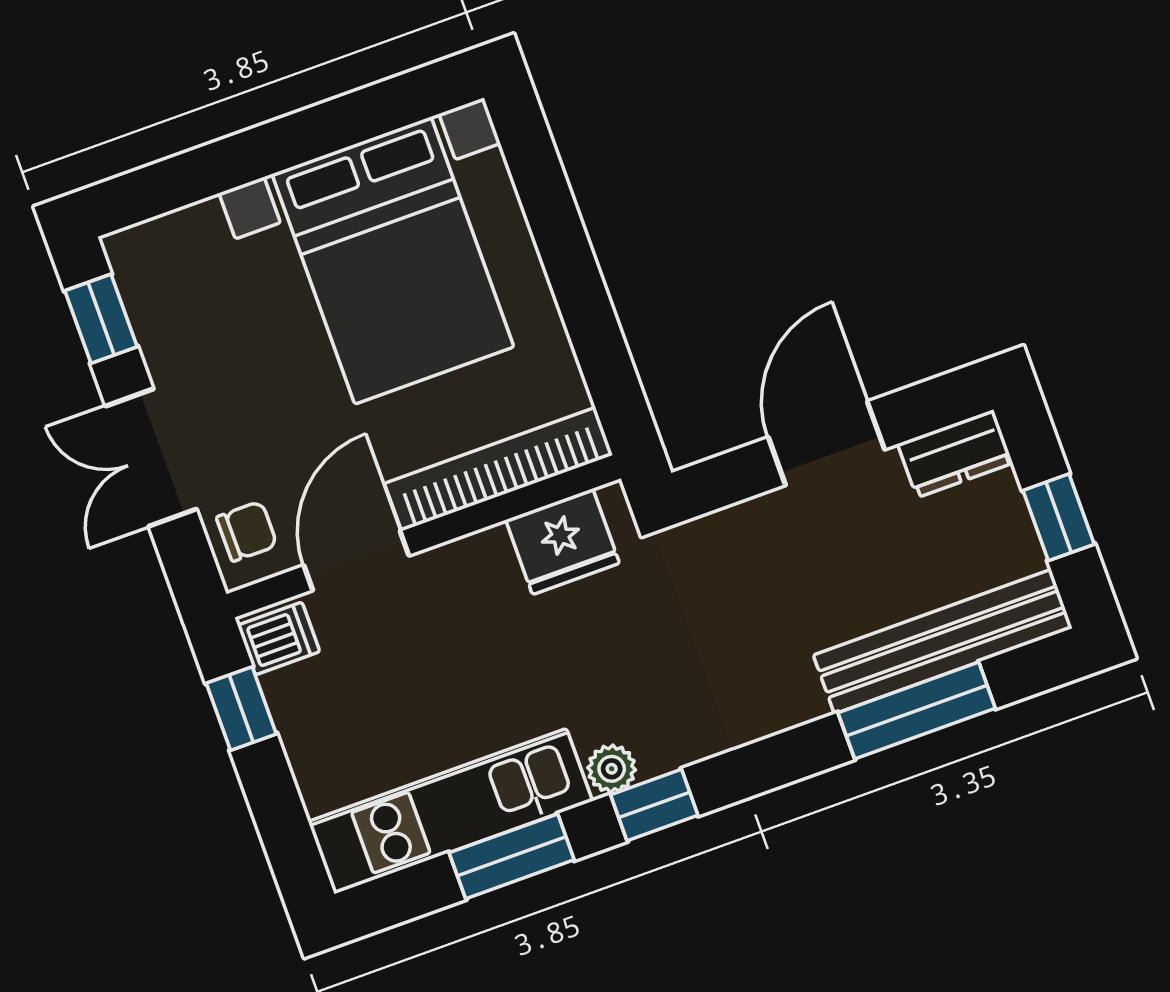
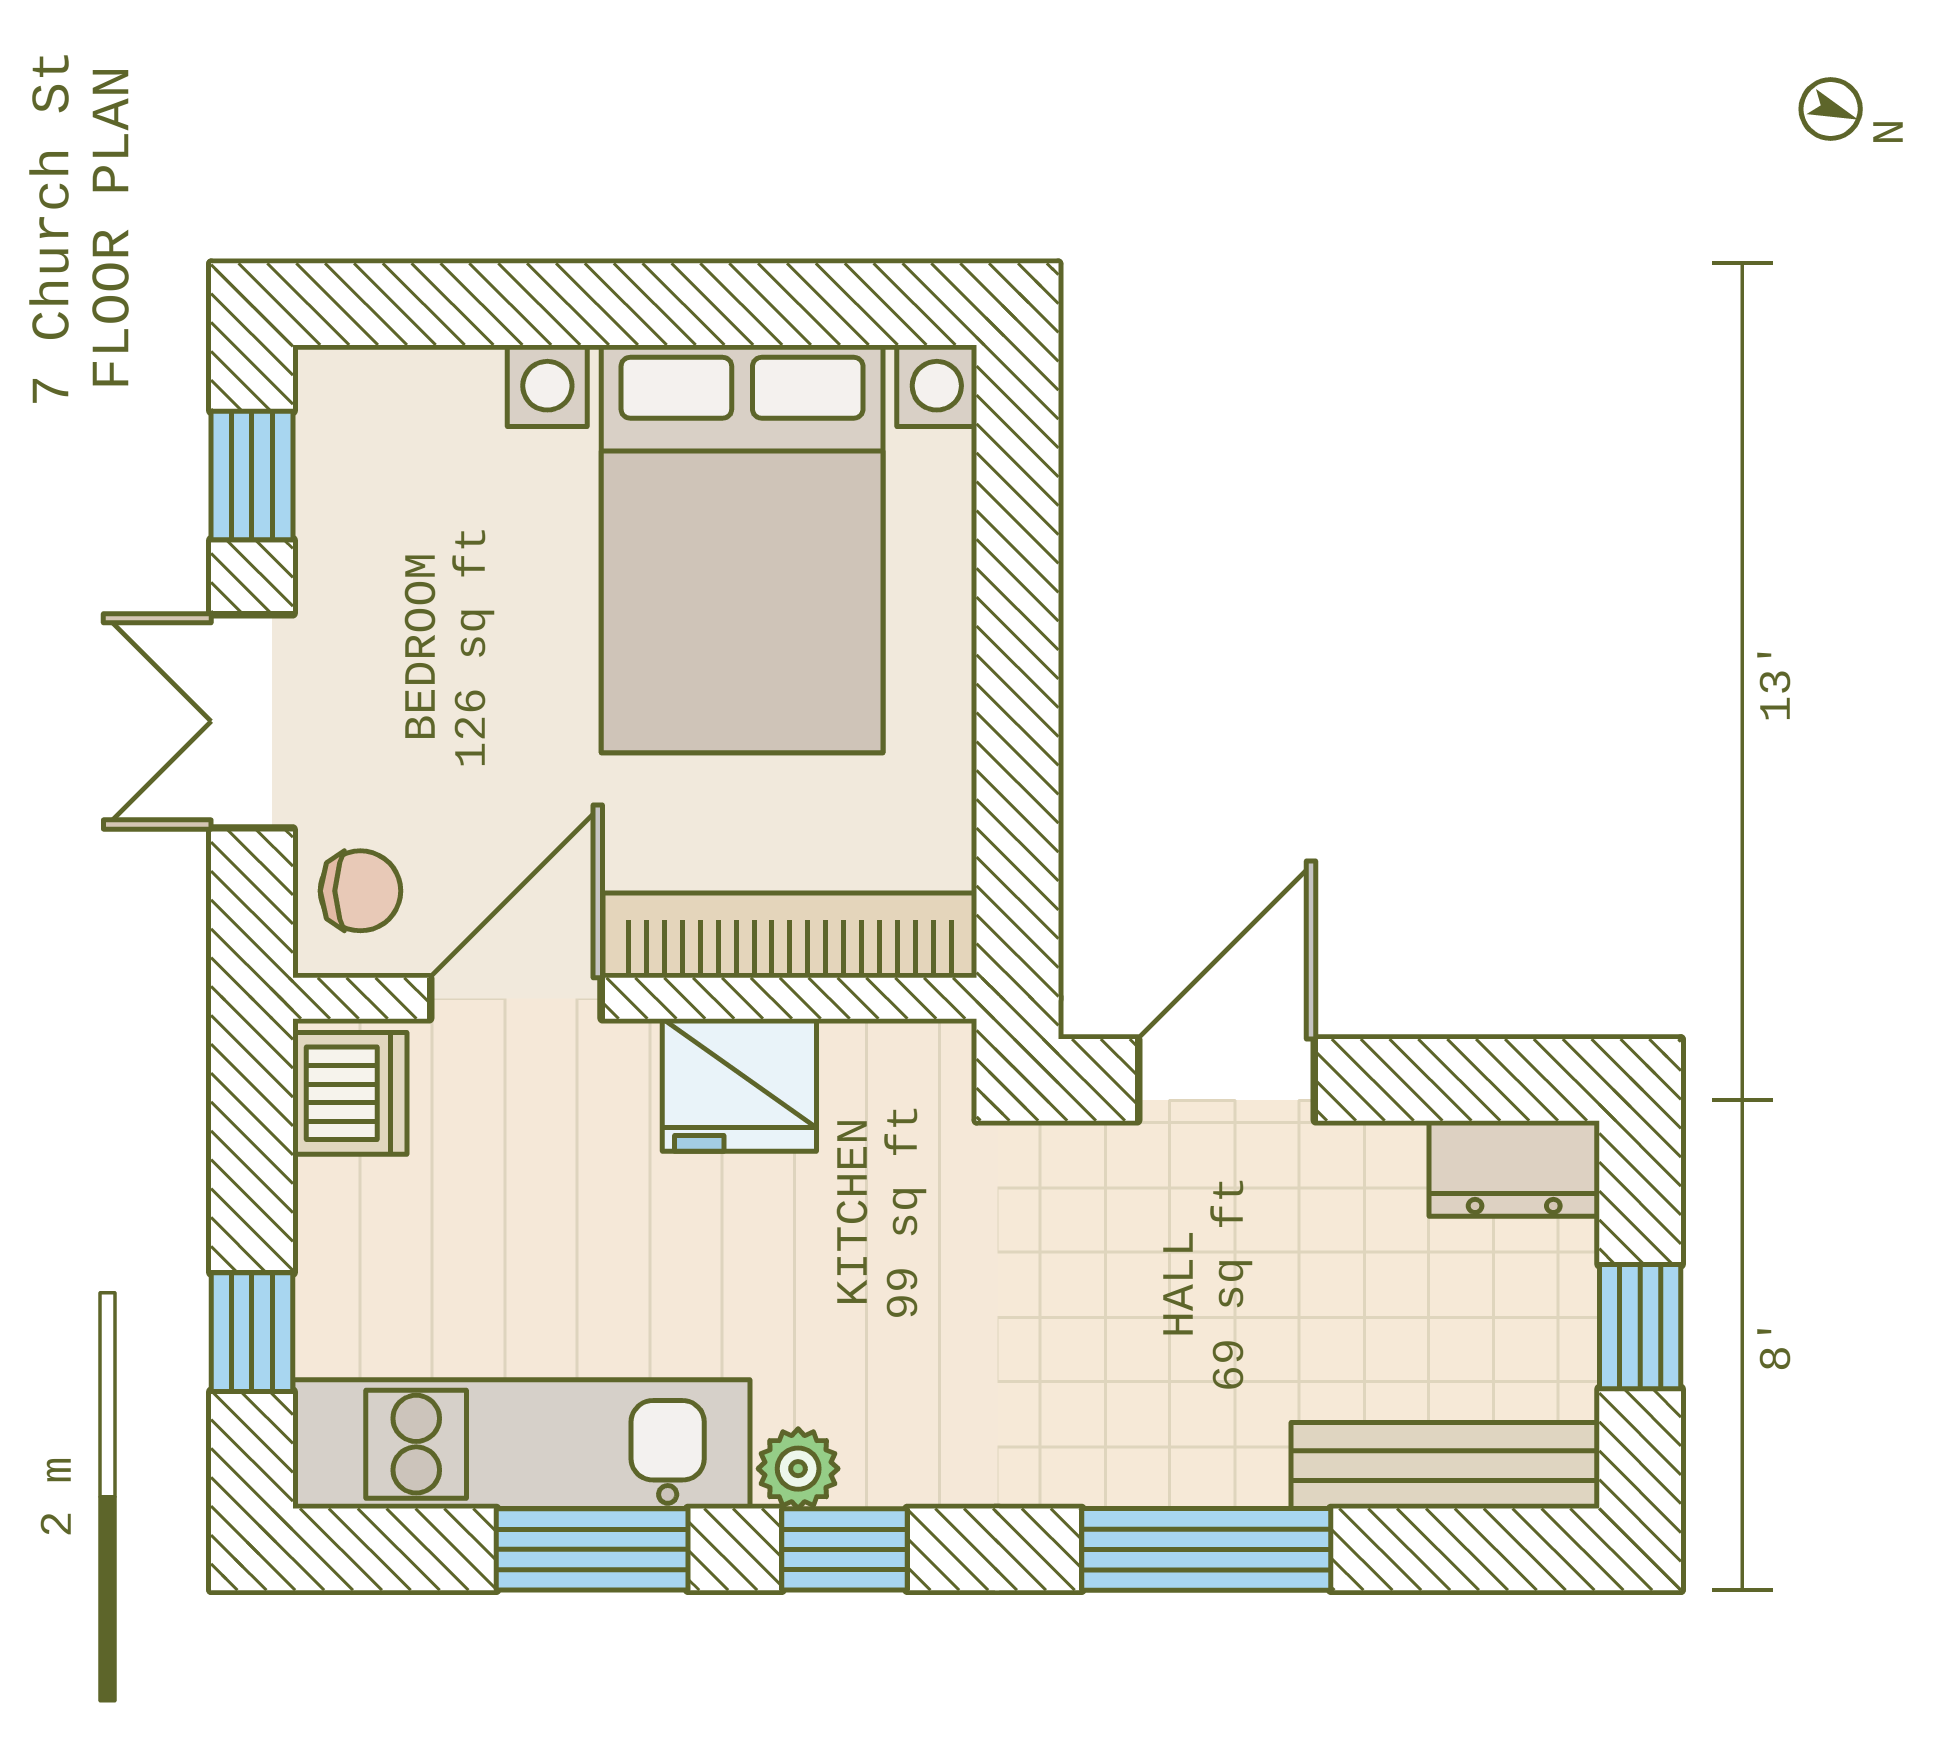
door: (826, 443) -> (1226, 1080), moved
fridge: (563, 542) -> (739, 1085), moved
dishwasher: (279, 638) -> (350, 1093), width x1.38
bench: (943, 642) -> (1445, 1465), width x0.73, depth x0.82
window: (241, 709) -> (252, 1332), moved
window: (917, 711) -> (1206, 1549), moved

